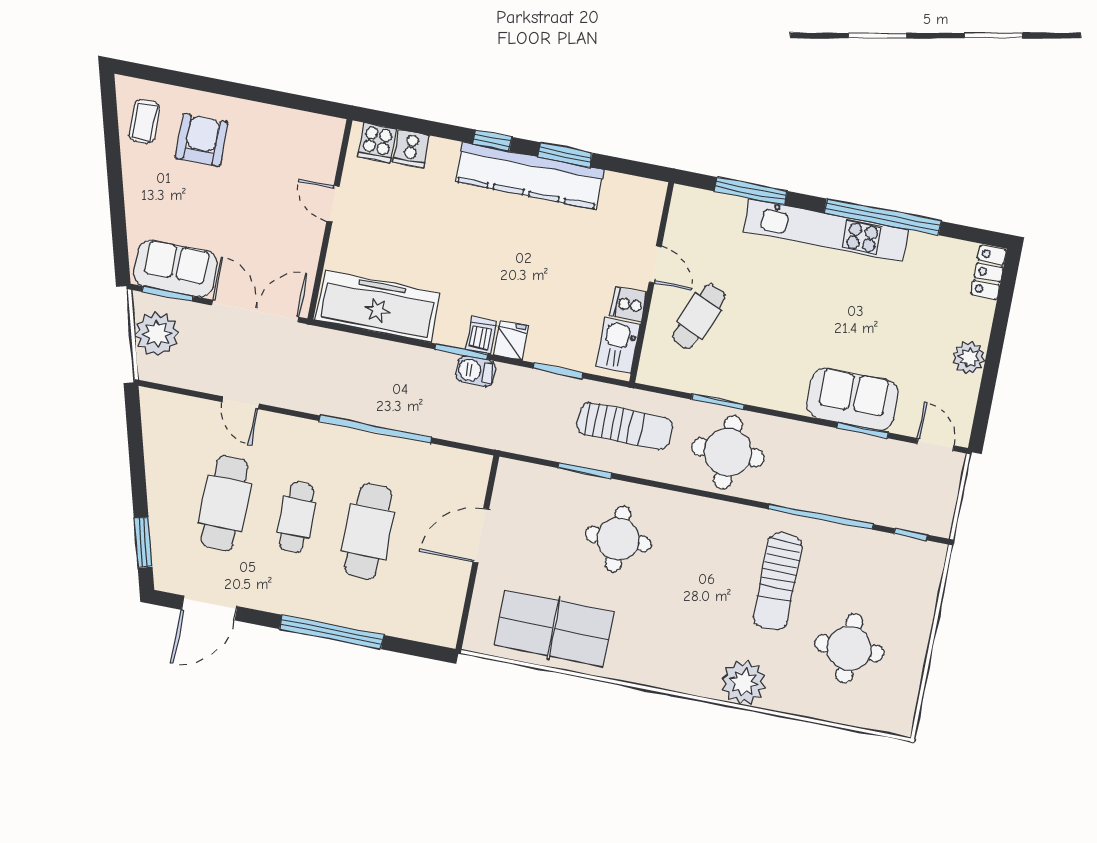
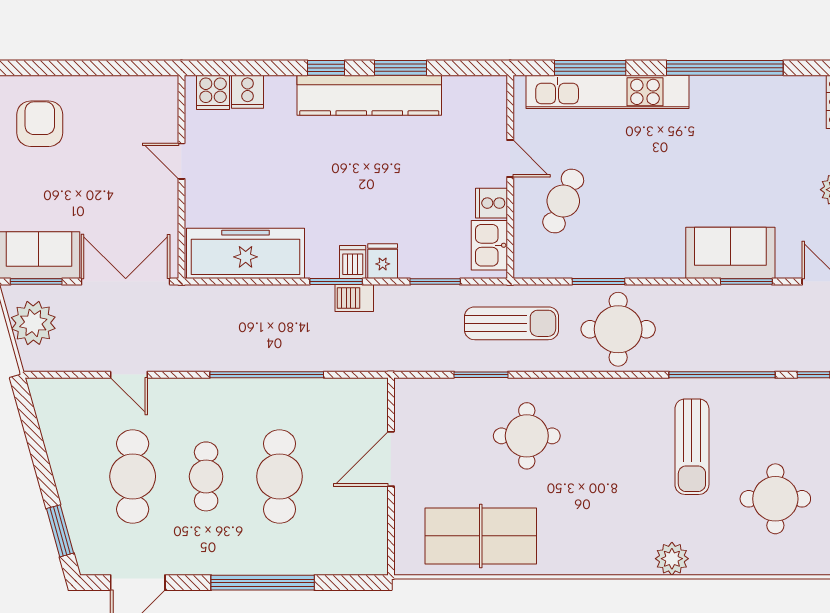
kitchen unit: (826, 230) -> (608, 92), moved
plant: (744, 682) -> (672, 559), width x0.73, depth x0.73

